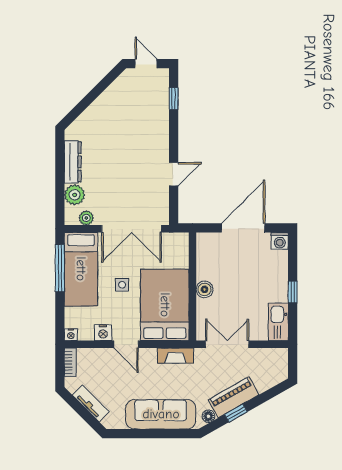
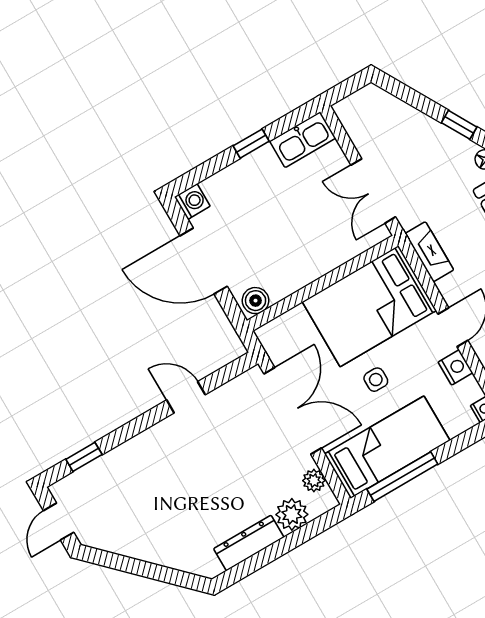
boiler: (205, 289) -> (256, 301), moved
piano: (234, 397) -> (439, 141), removed

